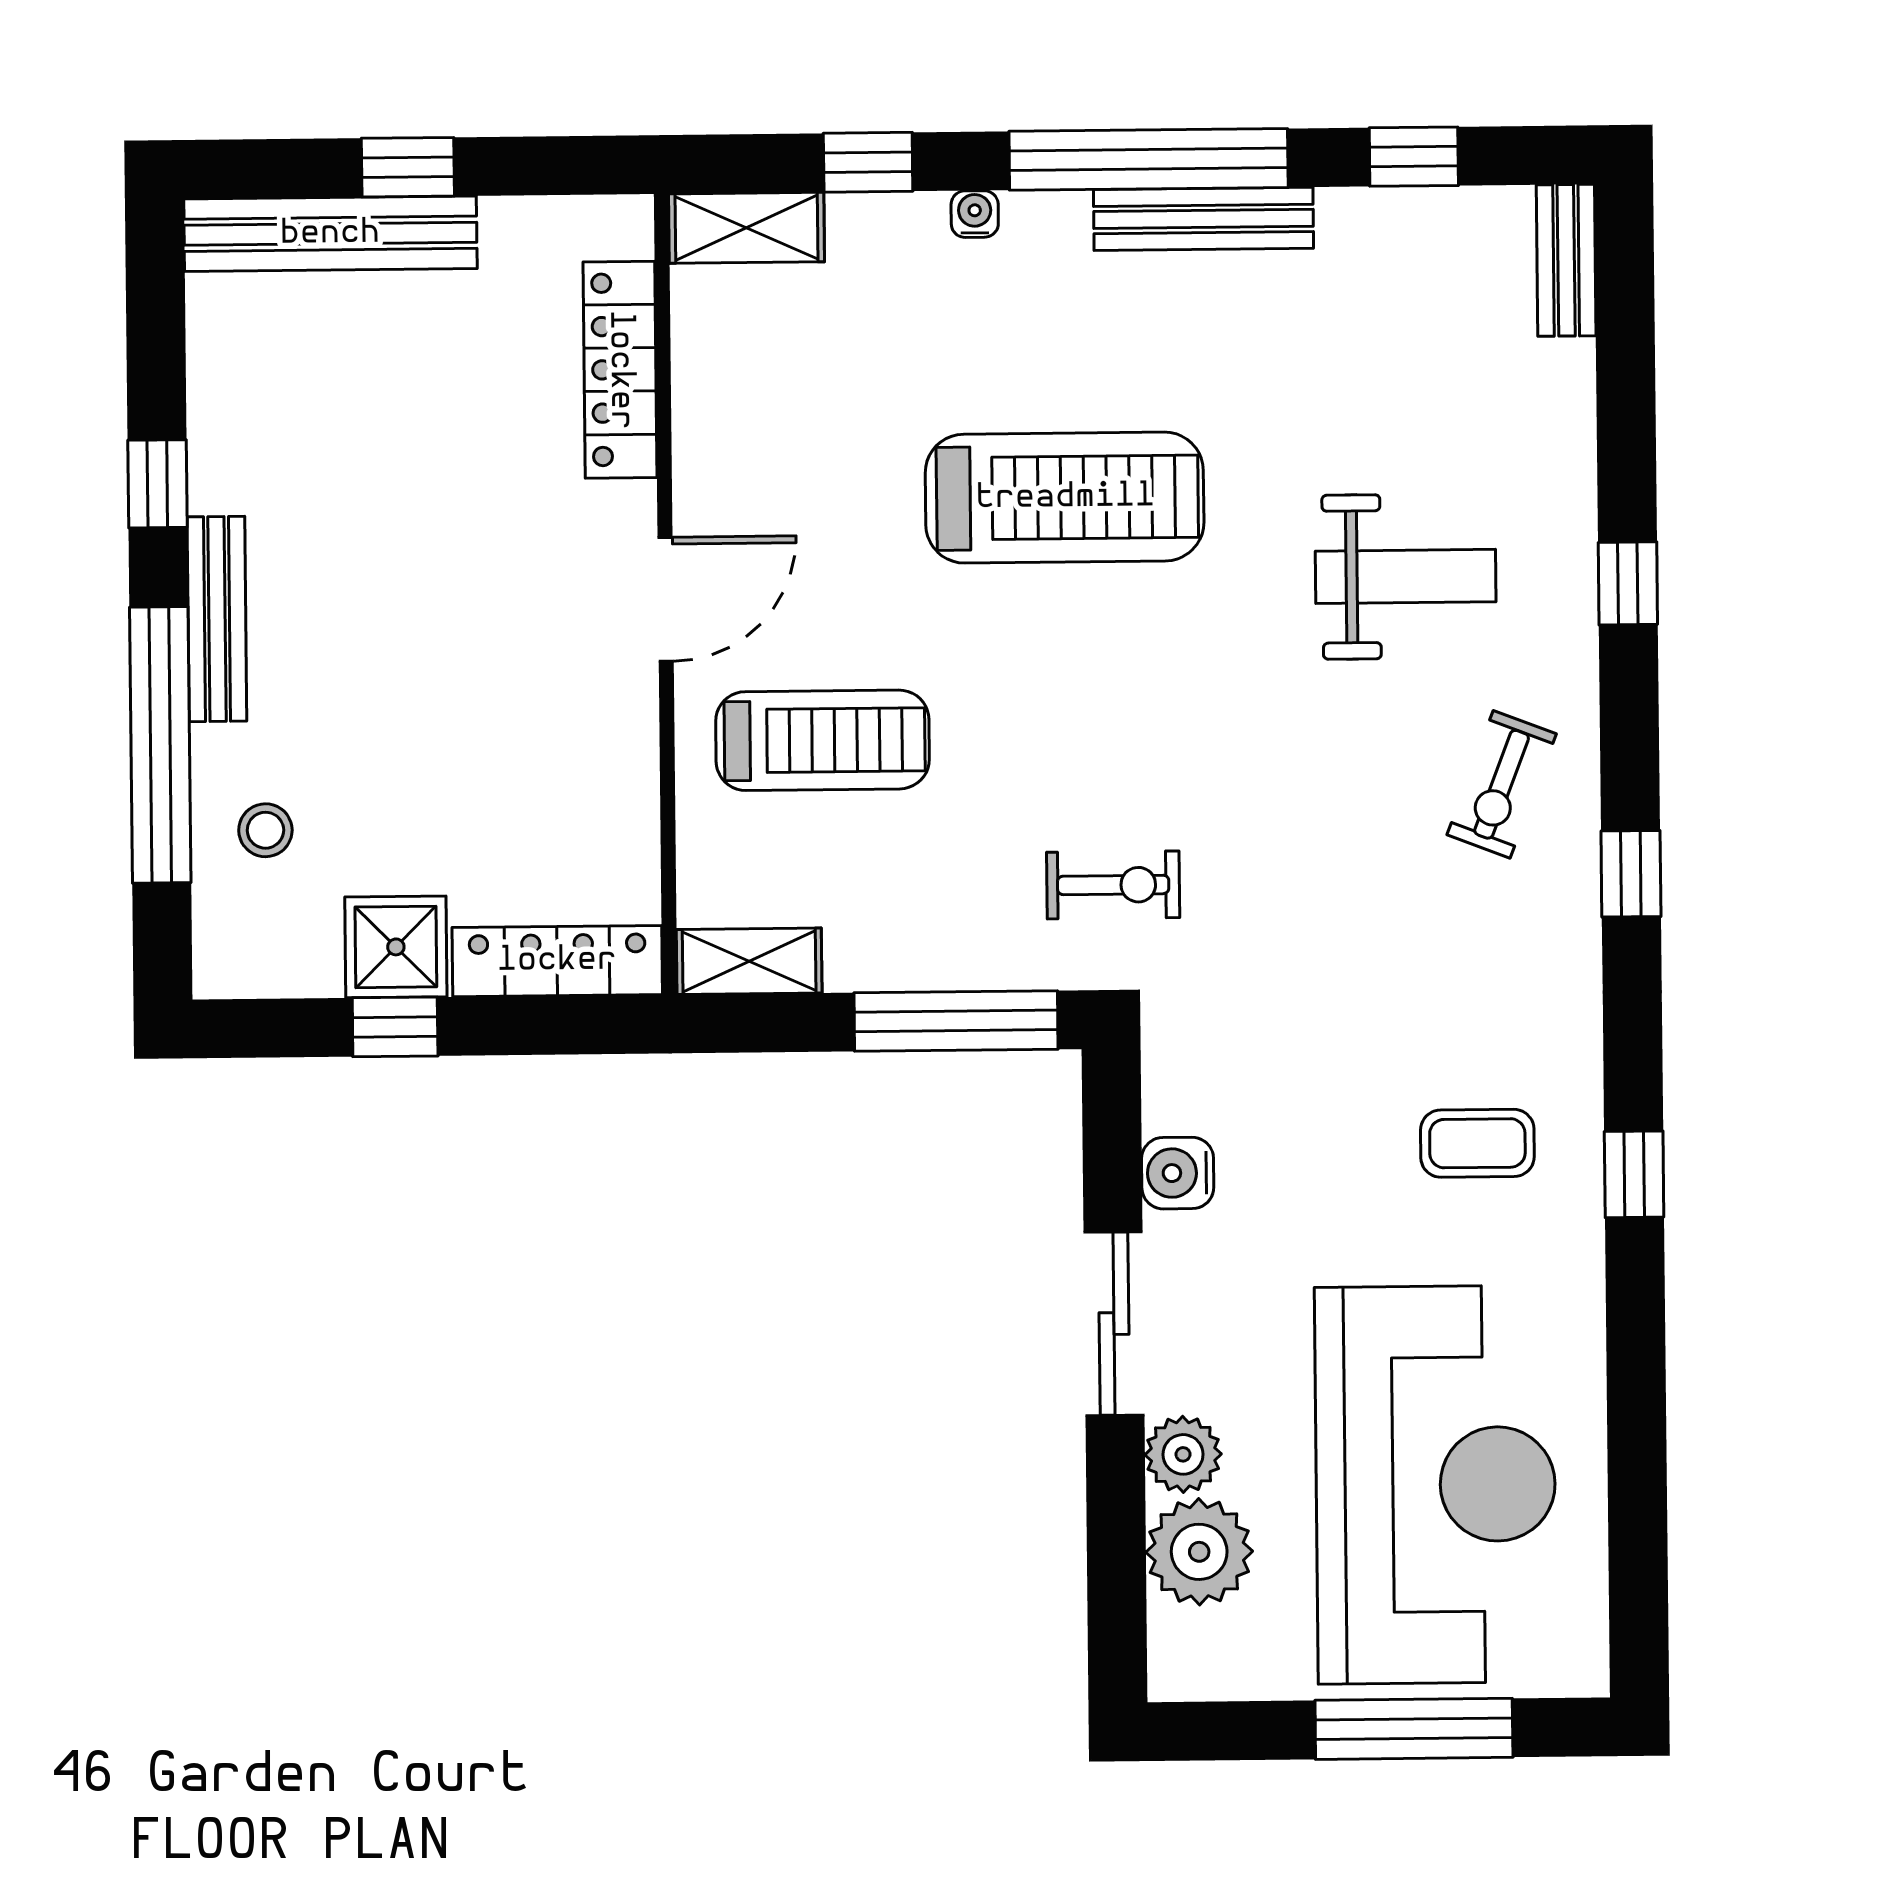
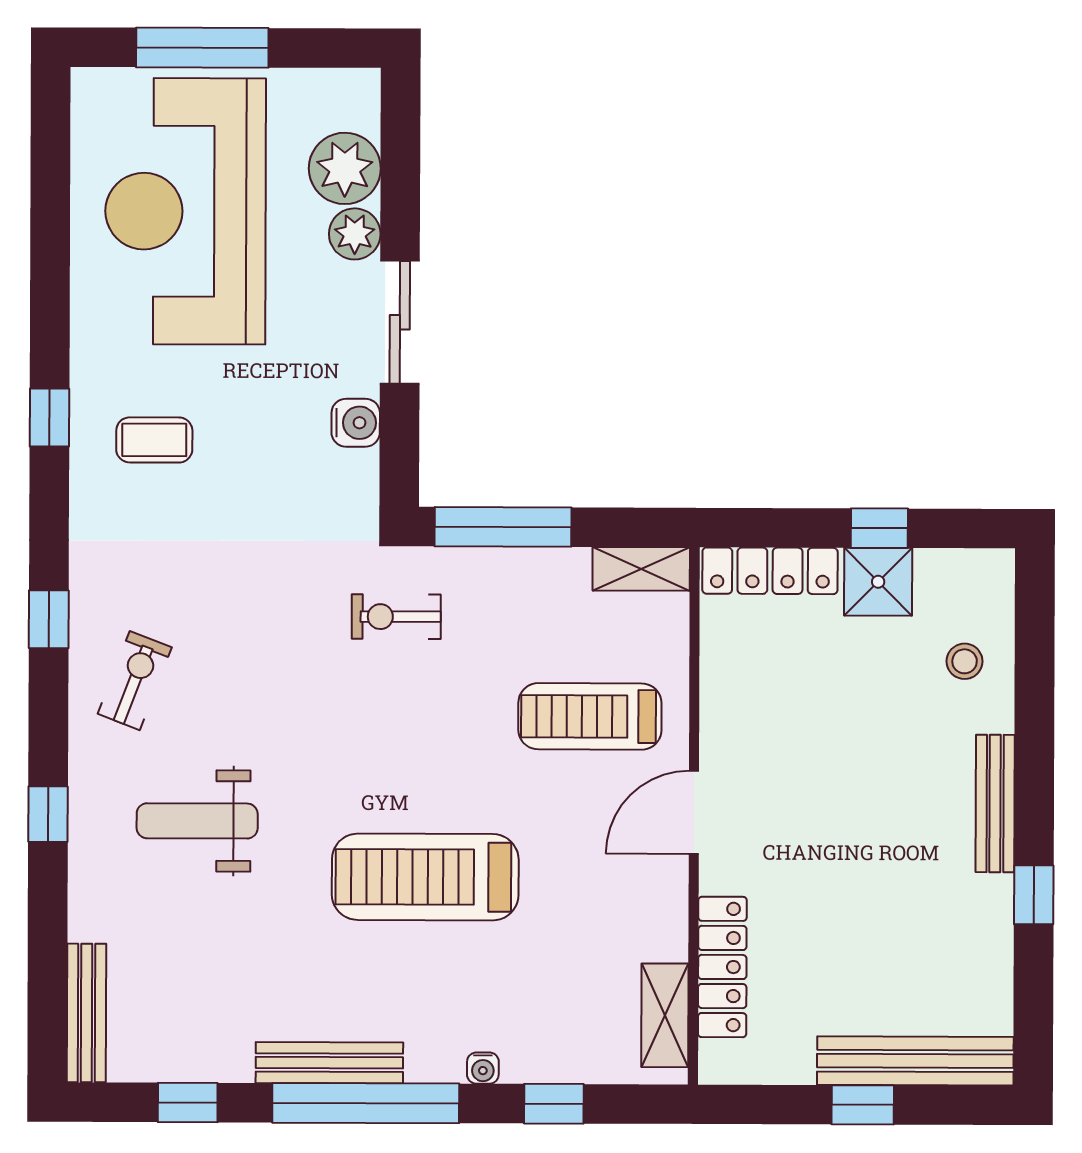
shelving: (746, 228) -> (665, 1015), moved, turned 90
bench: (1566, 260) -> (87, 1013), width x1.36
window: (160, 745) -> (1034, 720), removed

